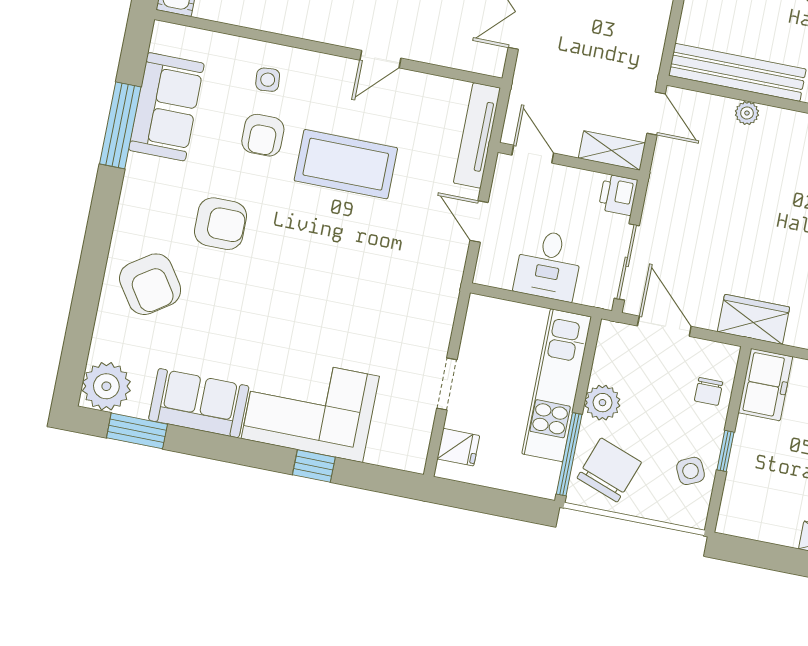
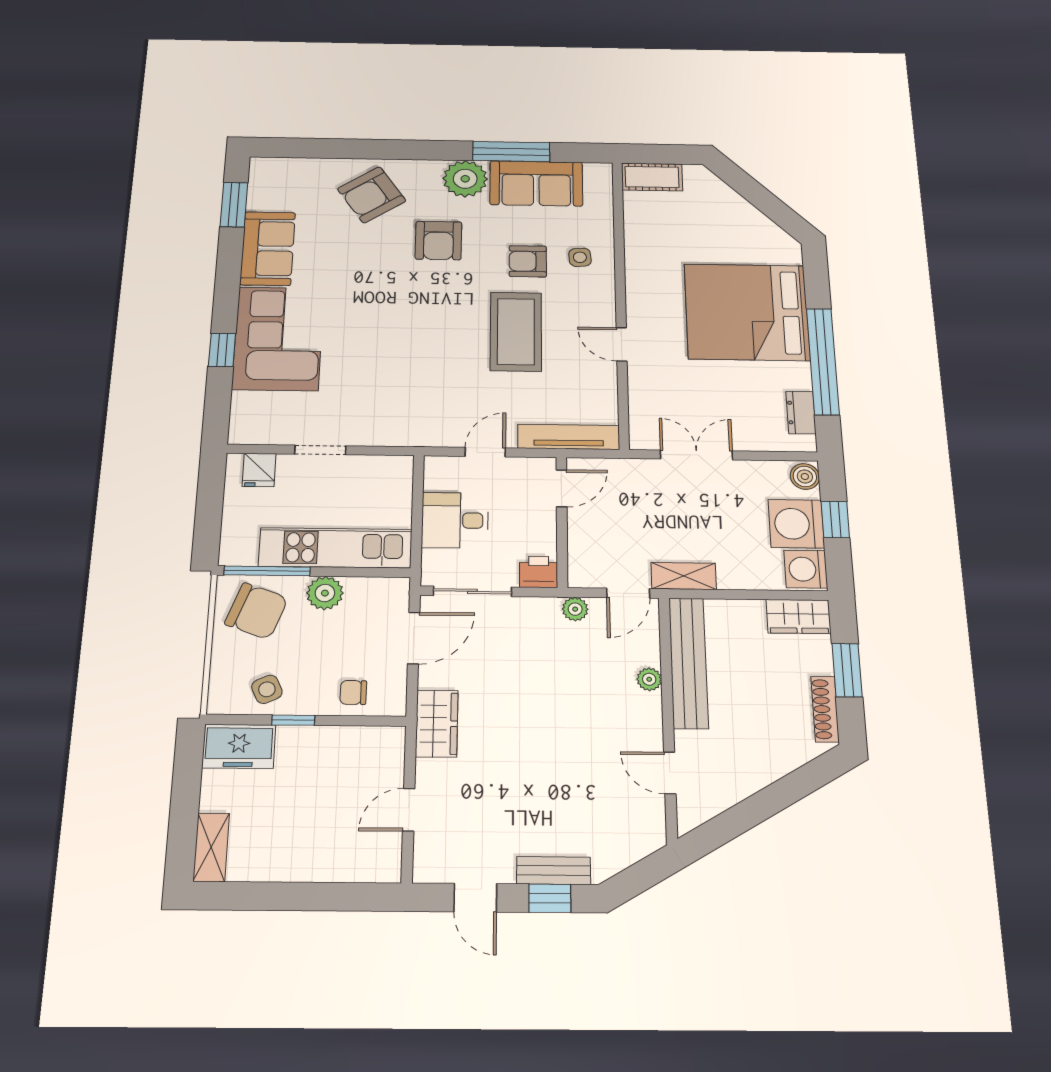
shelving: (612, 151) -> (684, 576), moved, turned 90
plant: (663, 168) -> (575, 609), added
freezer: (765, 385) -> (239, 746), moved
plant: (106, 386) -> (465, 179), moved

